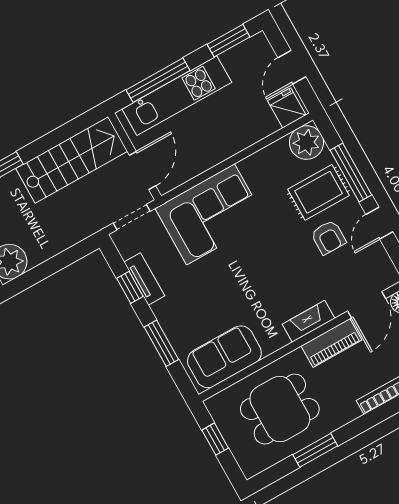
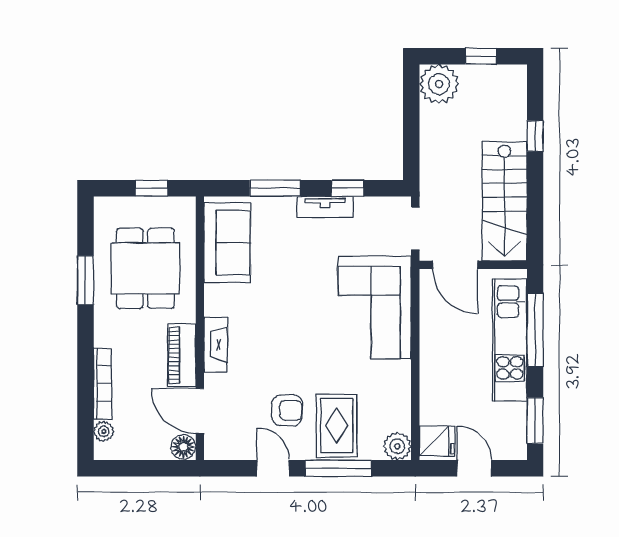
plant: (306, 143) -> (397, 446), width x0.73, depth x0.73
armchair: (328, 237) -> (287, 410), turned 180
tv unit: (144, 279) -> (325, 207), moved

